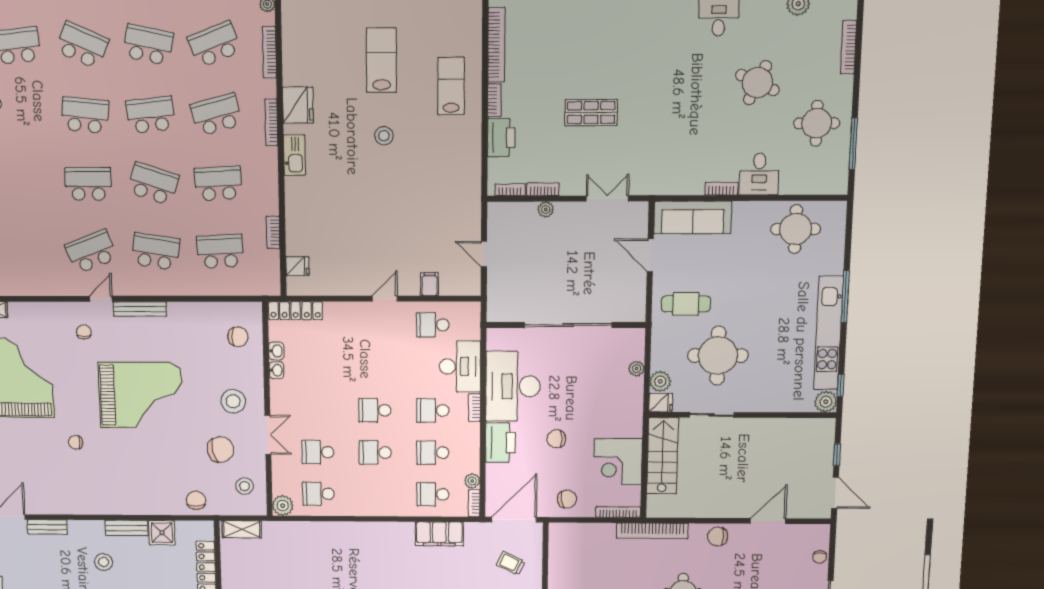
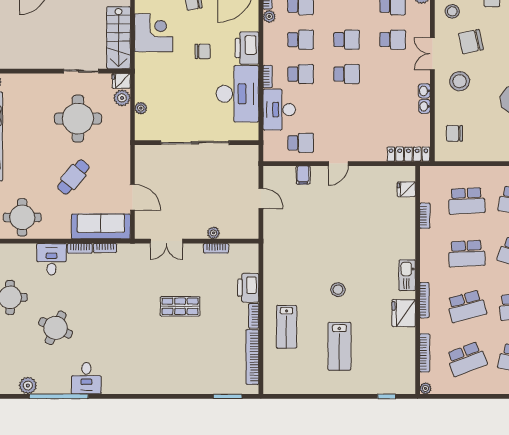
bookcase: (510, 190) -> (105, 248), moved
cafe table: (686, 304) -> (73, 177), moved, turned -50
washbasin: (276, 351) -> (424, 91), moved

